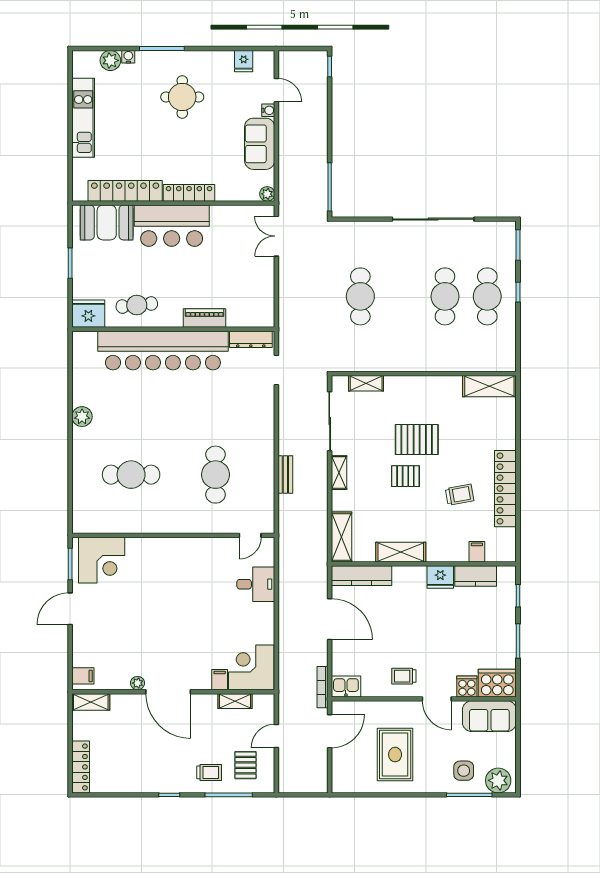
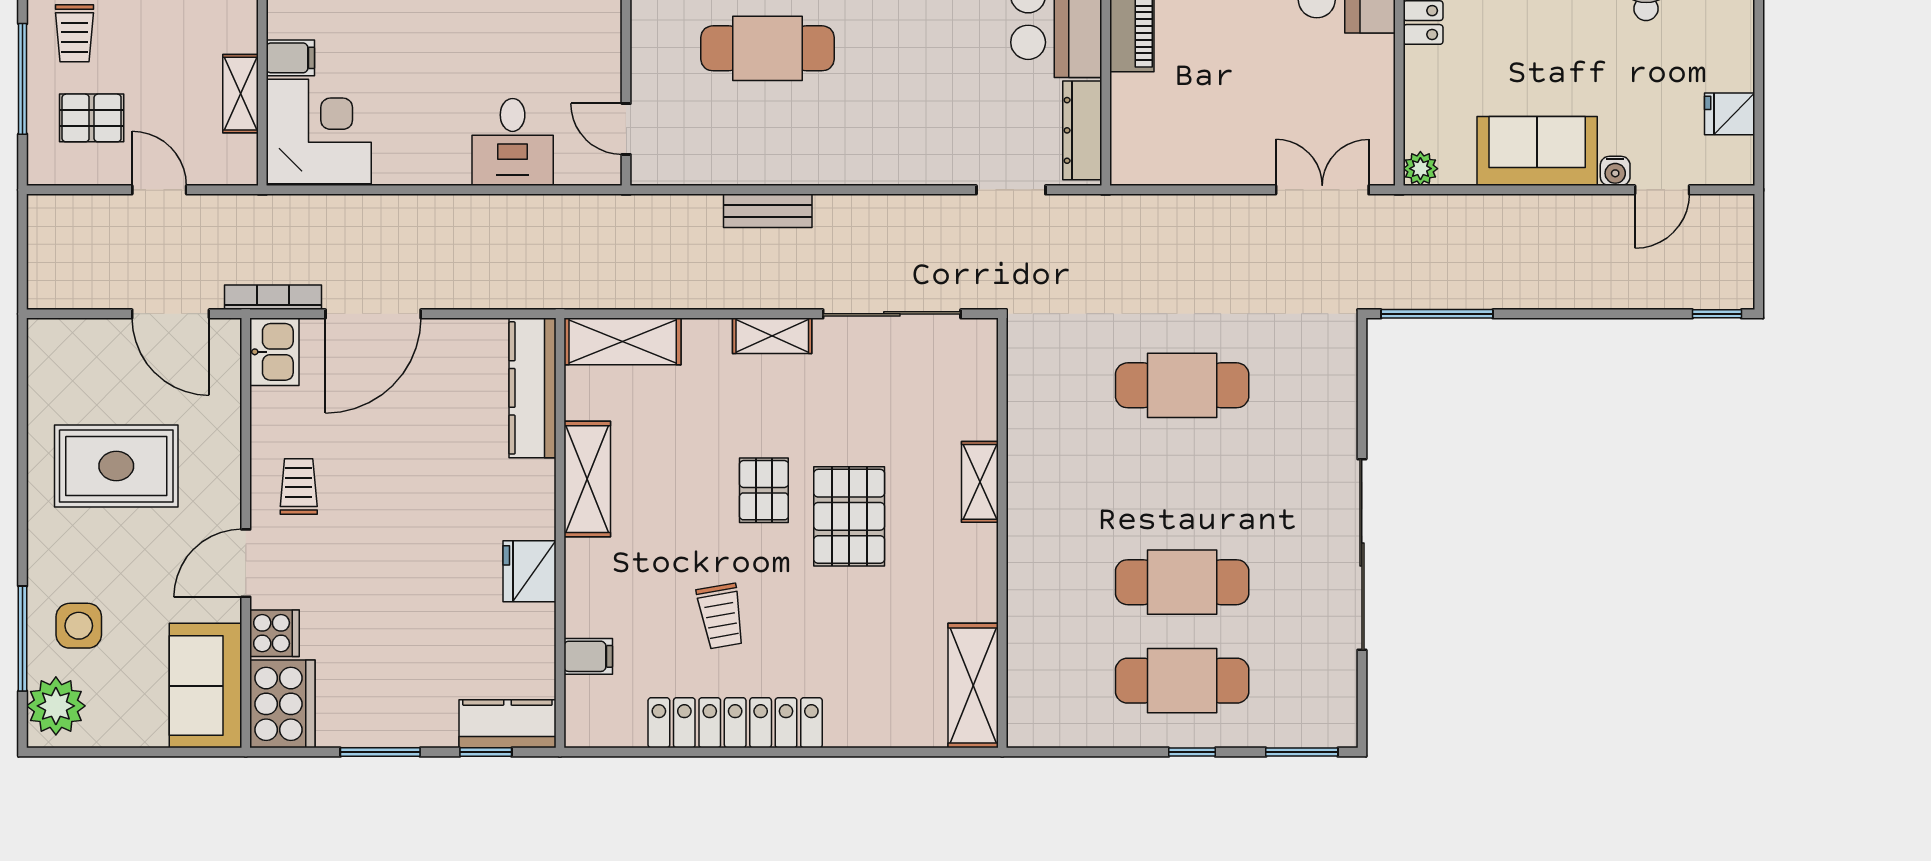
shelving: (366, 383) -> (980, 482), moved
kitchen counter: (476, 576) -> (507, 724), moved, turned 90
door: (330, 619) -> (373, 314), moved

